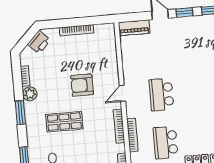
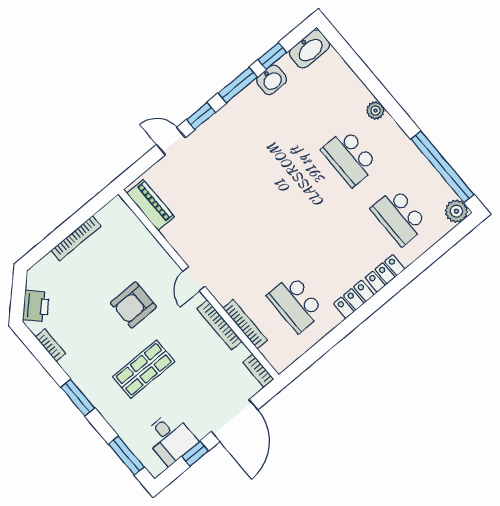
piano: (134, 28) -> (150, 205), moved, turned -90
printer: (39, 42) -> (36, 306), moved
plant: (30, 94) -> (73, 364), removed
school desk: (161, 95) -> (246, 245), removed

